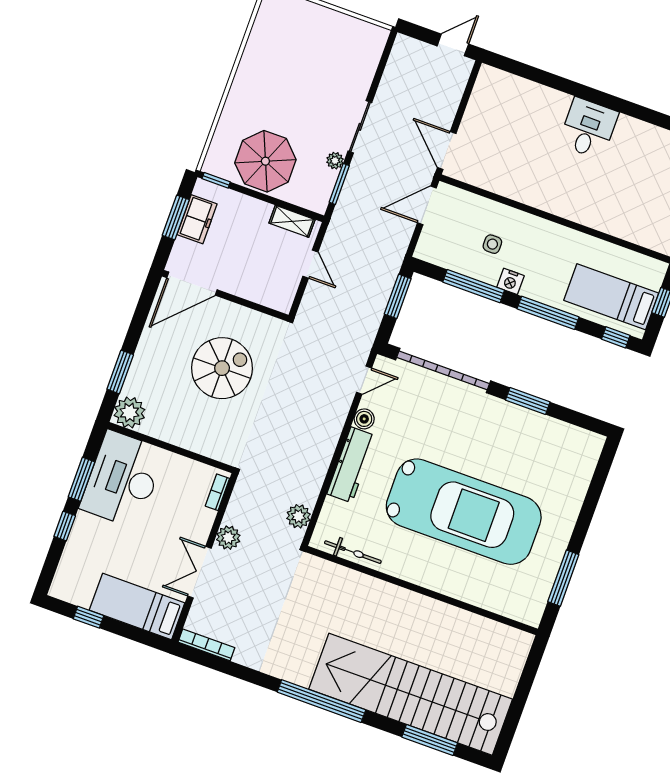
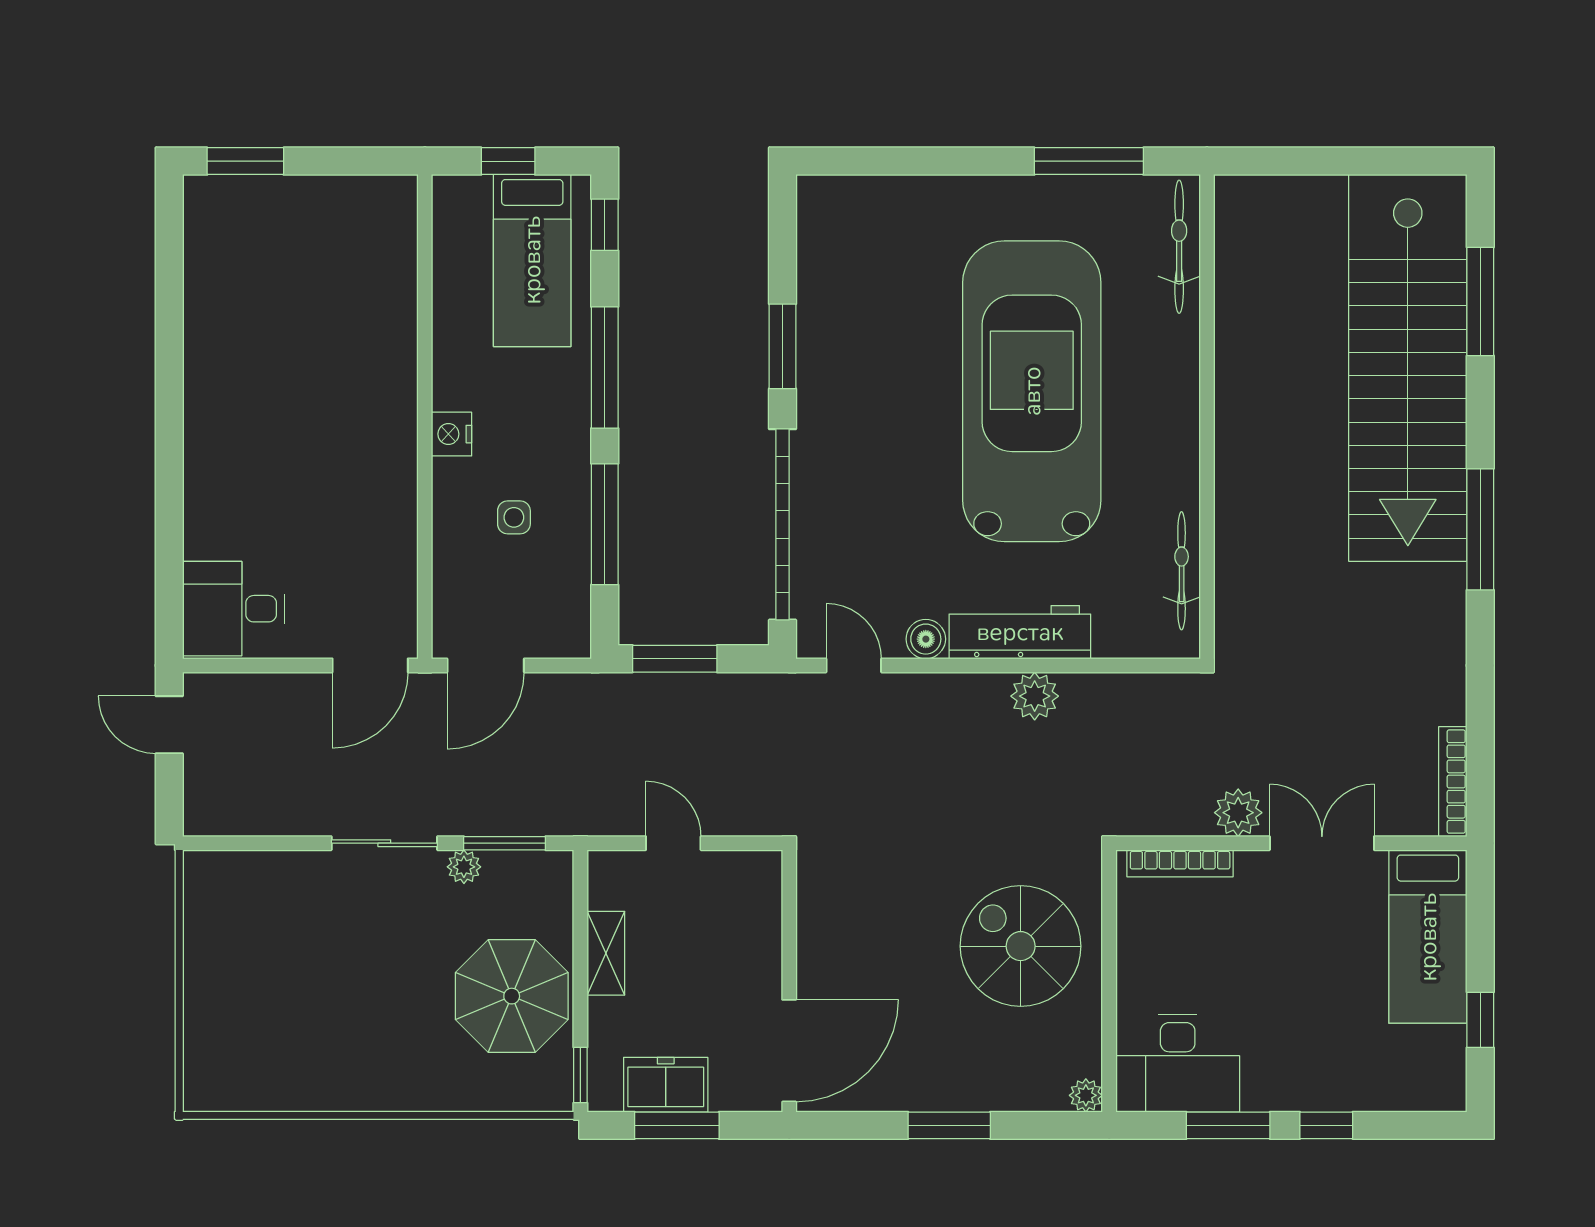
desk: (588, 128) -> (234, 609), moved
door: (427, 205) -> (486, 665), hinge flipped
shelving: (292, 221) -> (606, 953), moved
door: (310, 264) -> (673, 843), hinge flipped
nightstand: (510, 281) -> (452, 434), moved, turned 180
door: (192, 284) -> (789, 1051), hinge flipped
spiral stairs: (222, 368) -> (1021, 946), moved
window: (120, 372) -> (949, 1125), moved
plant: (129, 412) -> (1086, 1095), width x0.53, depth x0.53
desk: (123, 479) -> (1178, 1063), width x0.73, depth x0.77
bookcase: (217, 492) -> (1180, 863), width x1.56
plant: (299, 516) -> (1035, 696), moved
double door: (199, 572) -> (1322, 843), swing flipped
bicycle: (507, 606) -> (1179, 247), added
window: (321, 701) -> (1480, 529), width x0.68

